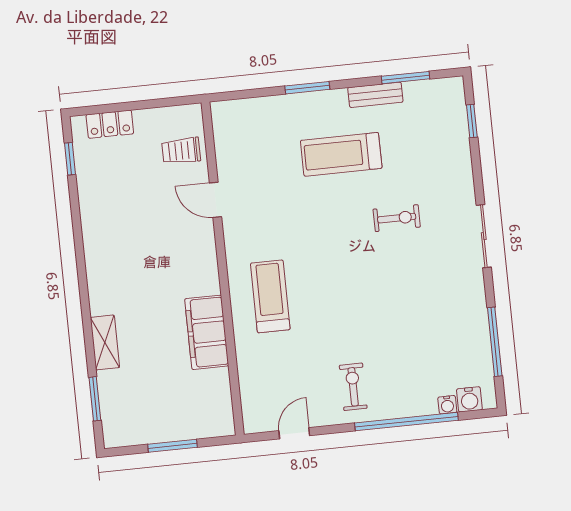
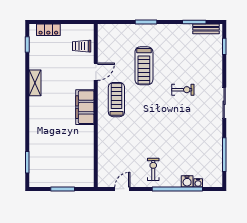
bench: (375, 95) -> (206, 29), moved
treadmill: (341, 154) -> (144, 66), moved, turned -90
door: (216, 200) -> (96, 72), swing flipped
treadmill: (270, 296) -> (116, 100), moved
filing cabinet: (207, 332) -> (85, 107), moved
shelving: (105, 342) -> (35, 83), moved
water cooler: (469, 399) -> (187, 181), moved

